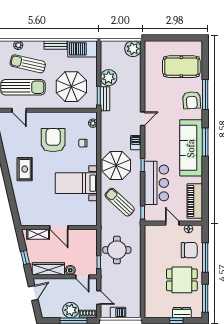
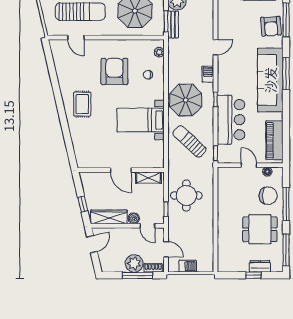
shelving: (38, 234) -> (148, 178), moved

